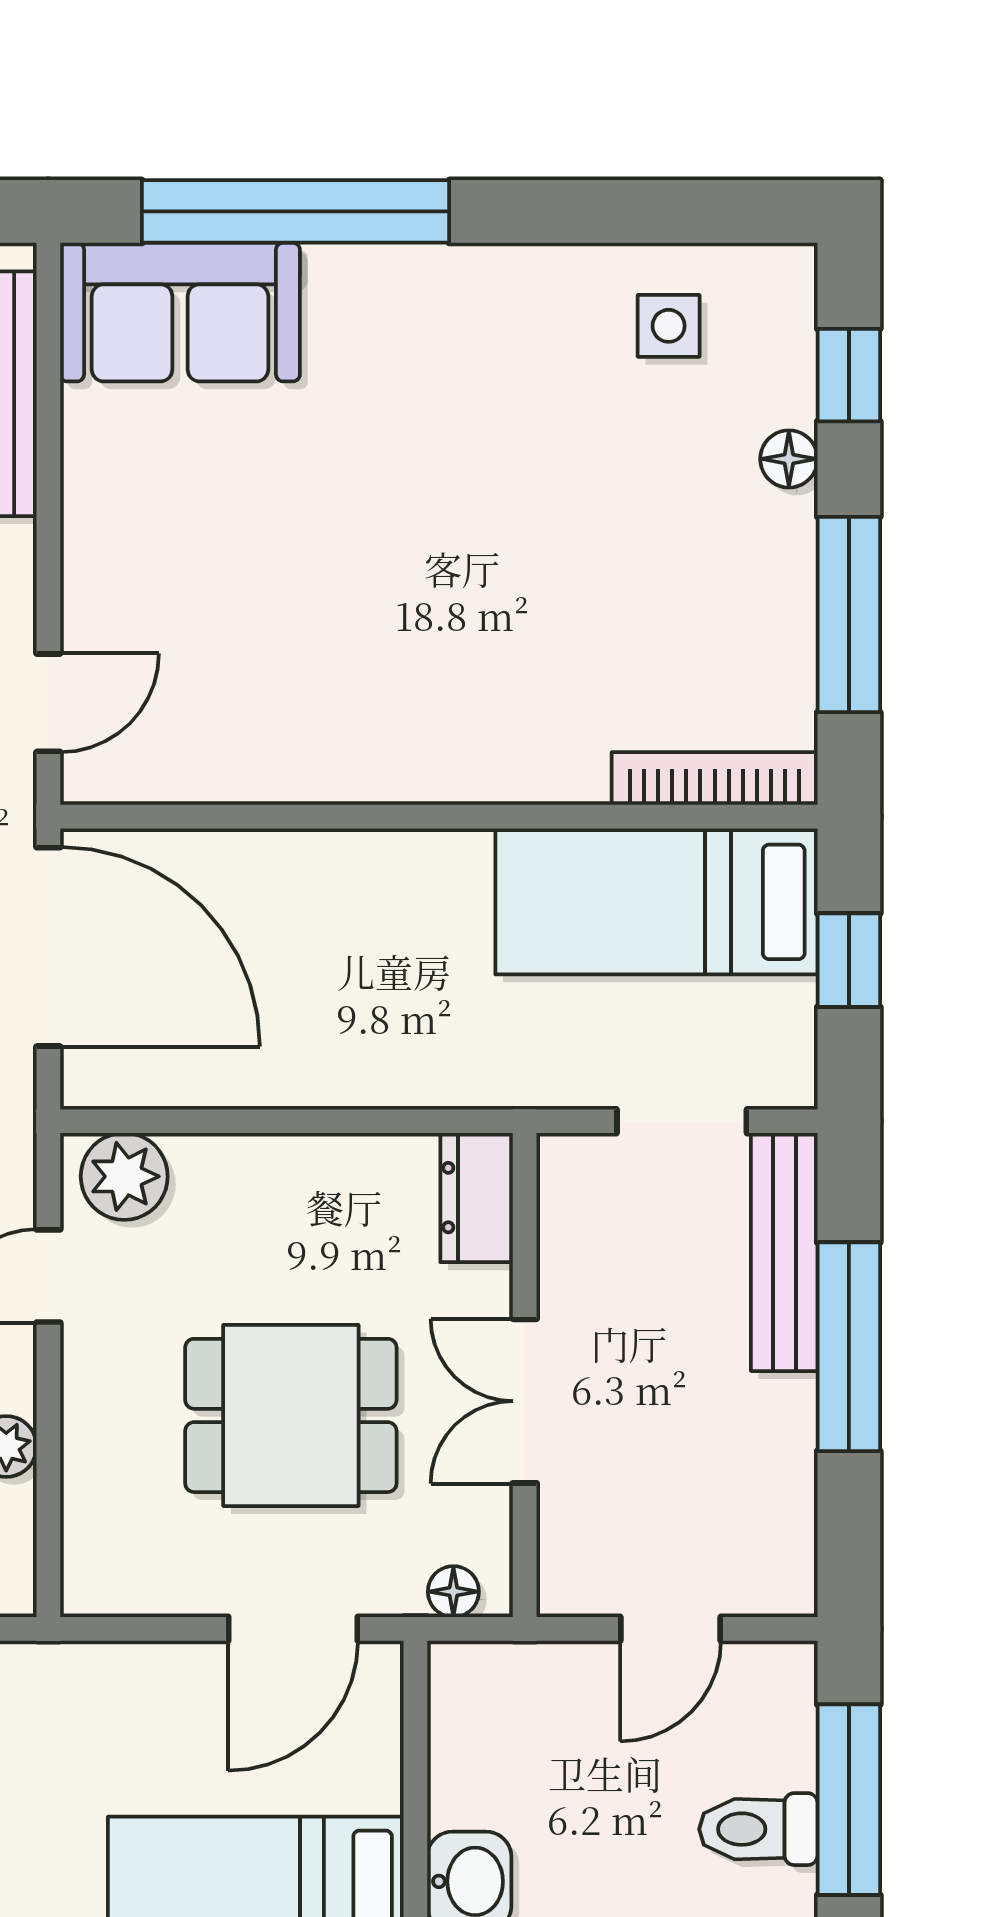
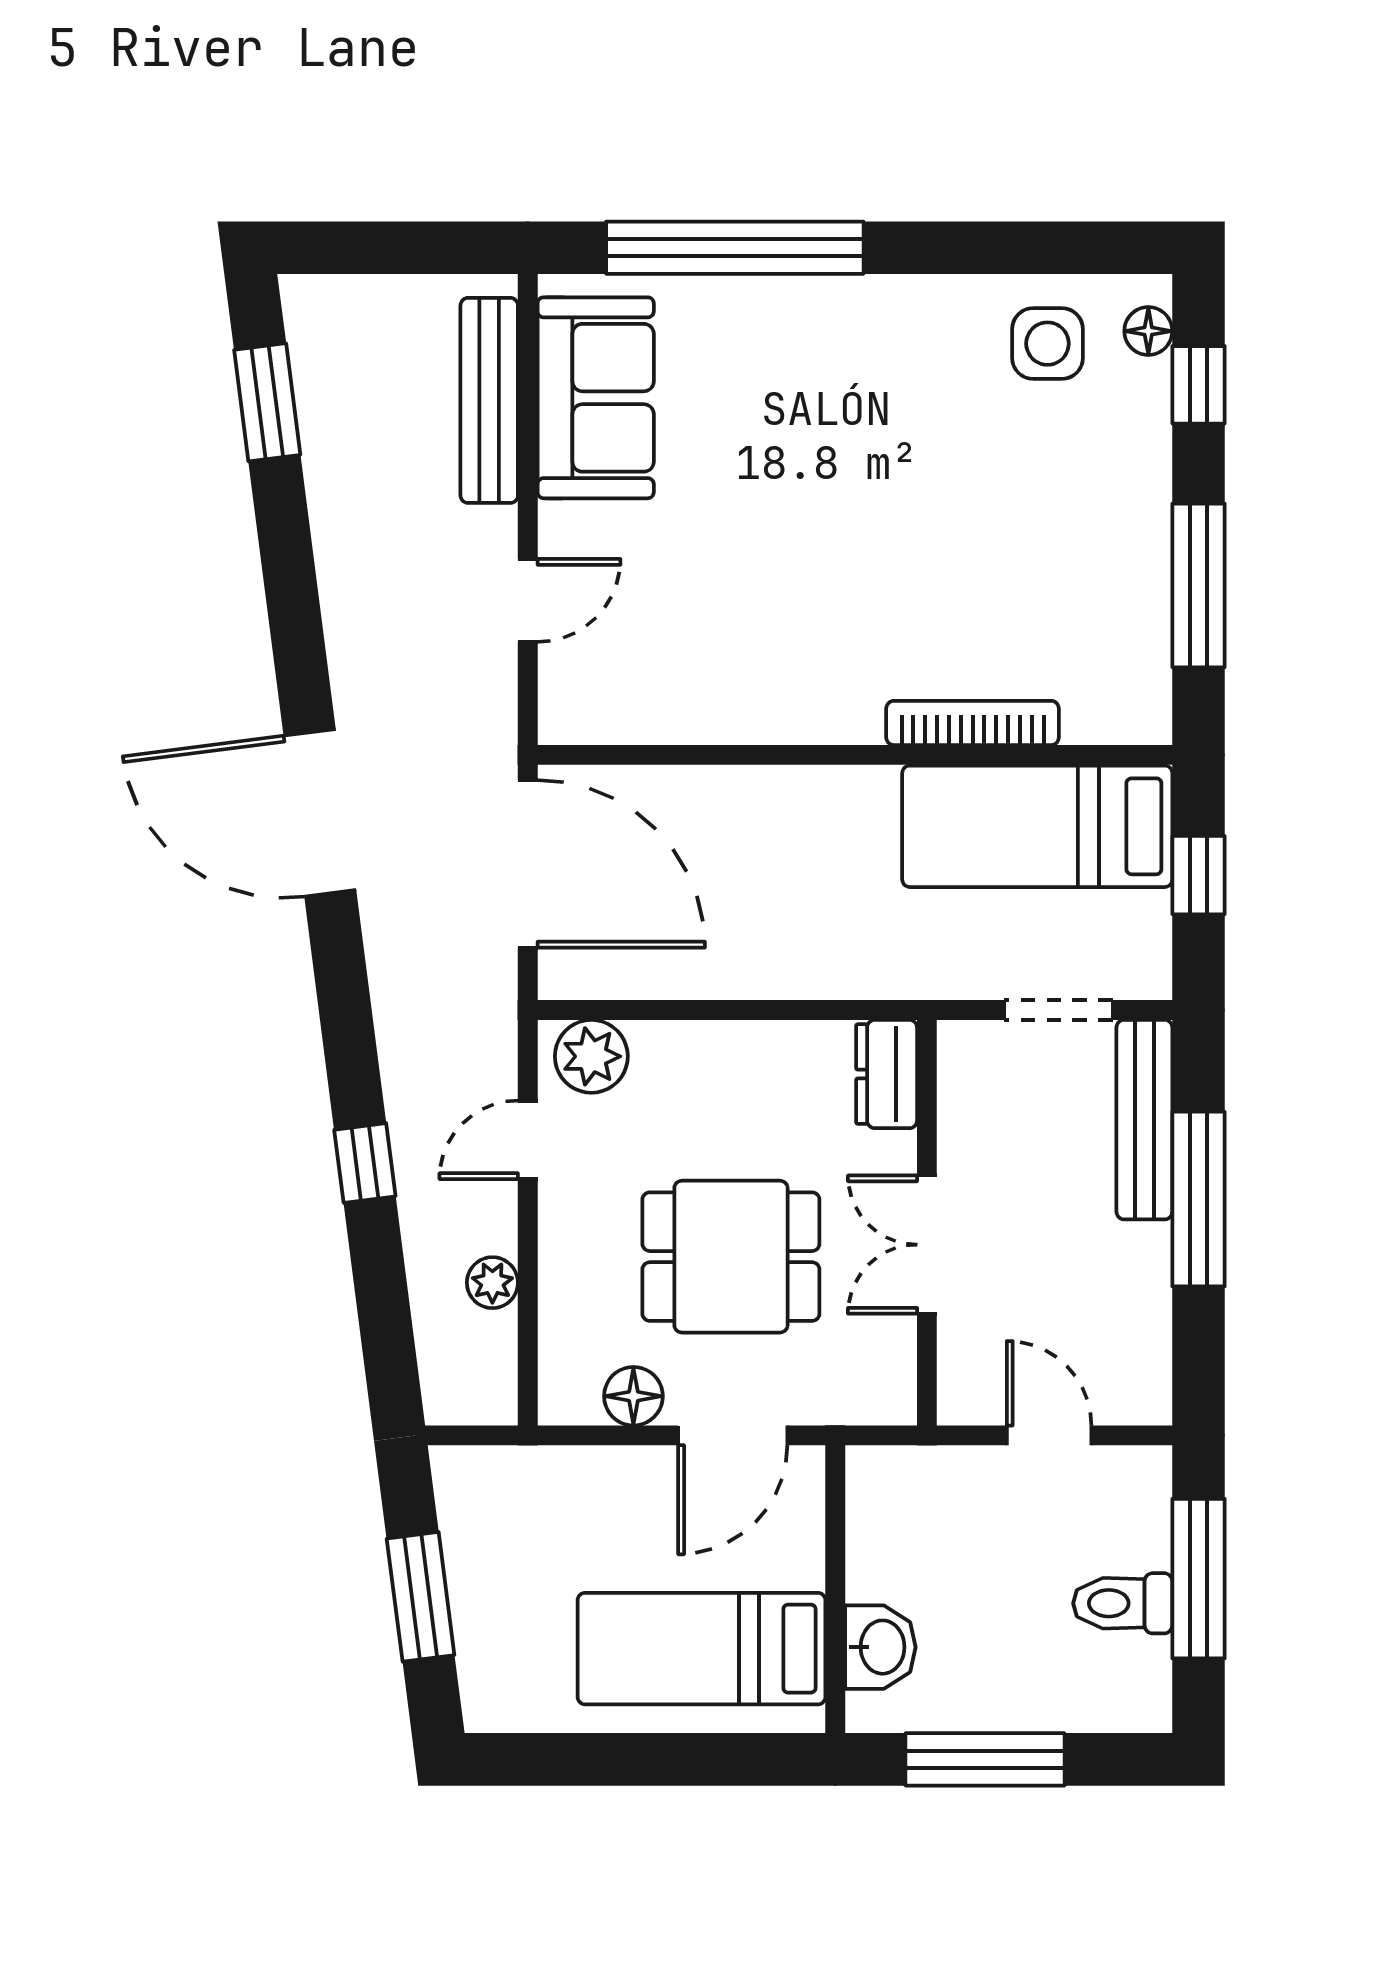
sofa: (180, 312) -> (596, 398), moved, turned -90
side table: (669, 326) -> (1047, 344), width x1.37, depth x1.37
floor lamp: (789, 459) -> (1148, 331), moved
door: (48, 703) -> (528, 600), moved
bookcase: (715, 779) -> (973, 723), moved
floor lamp: (453, 1592) -> (633, 1396), moved, width x1.37, depth x1.37
door: (671, 1629) -> (1049, 1435), swing flipped

